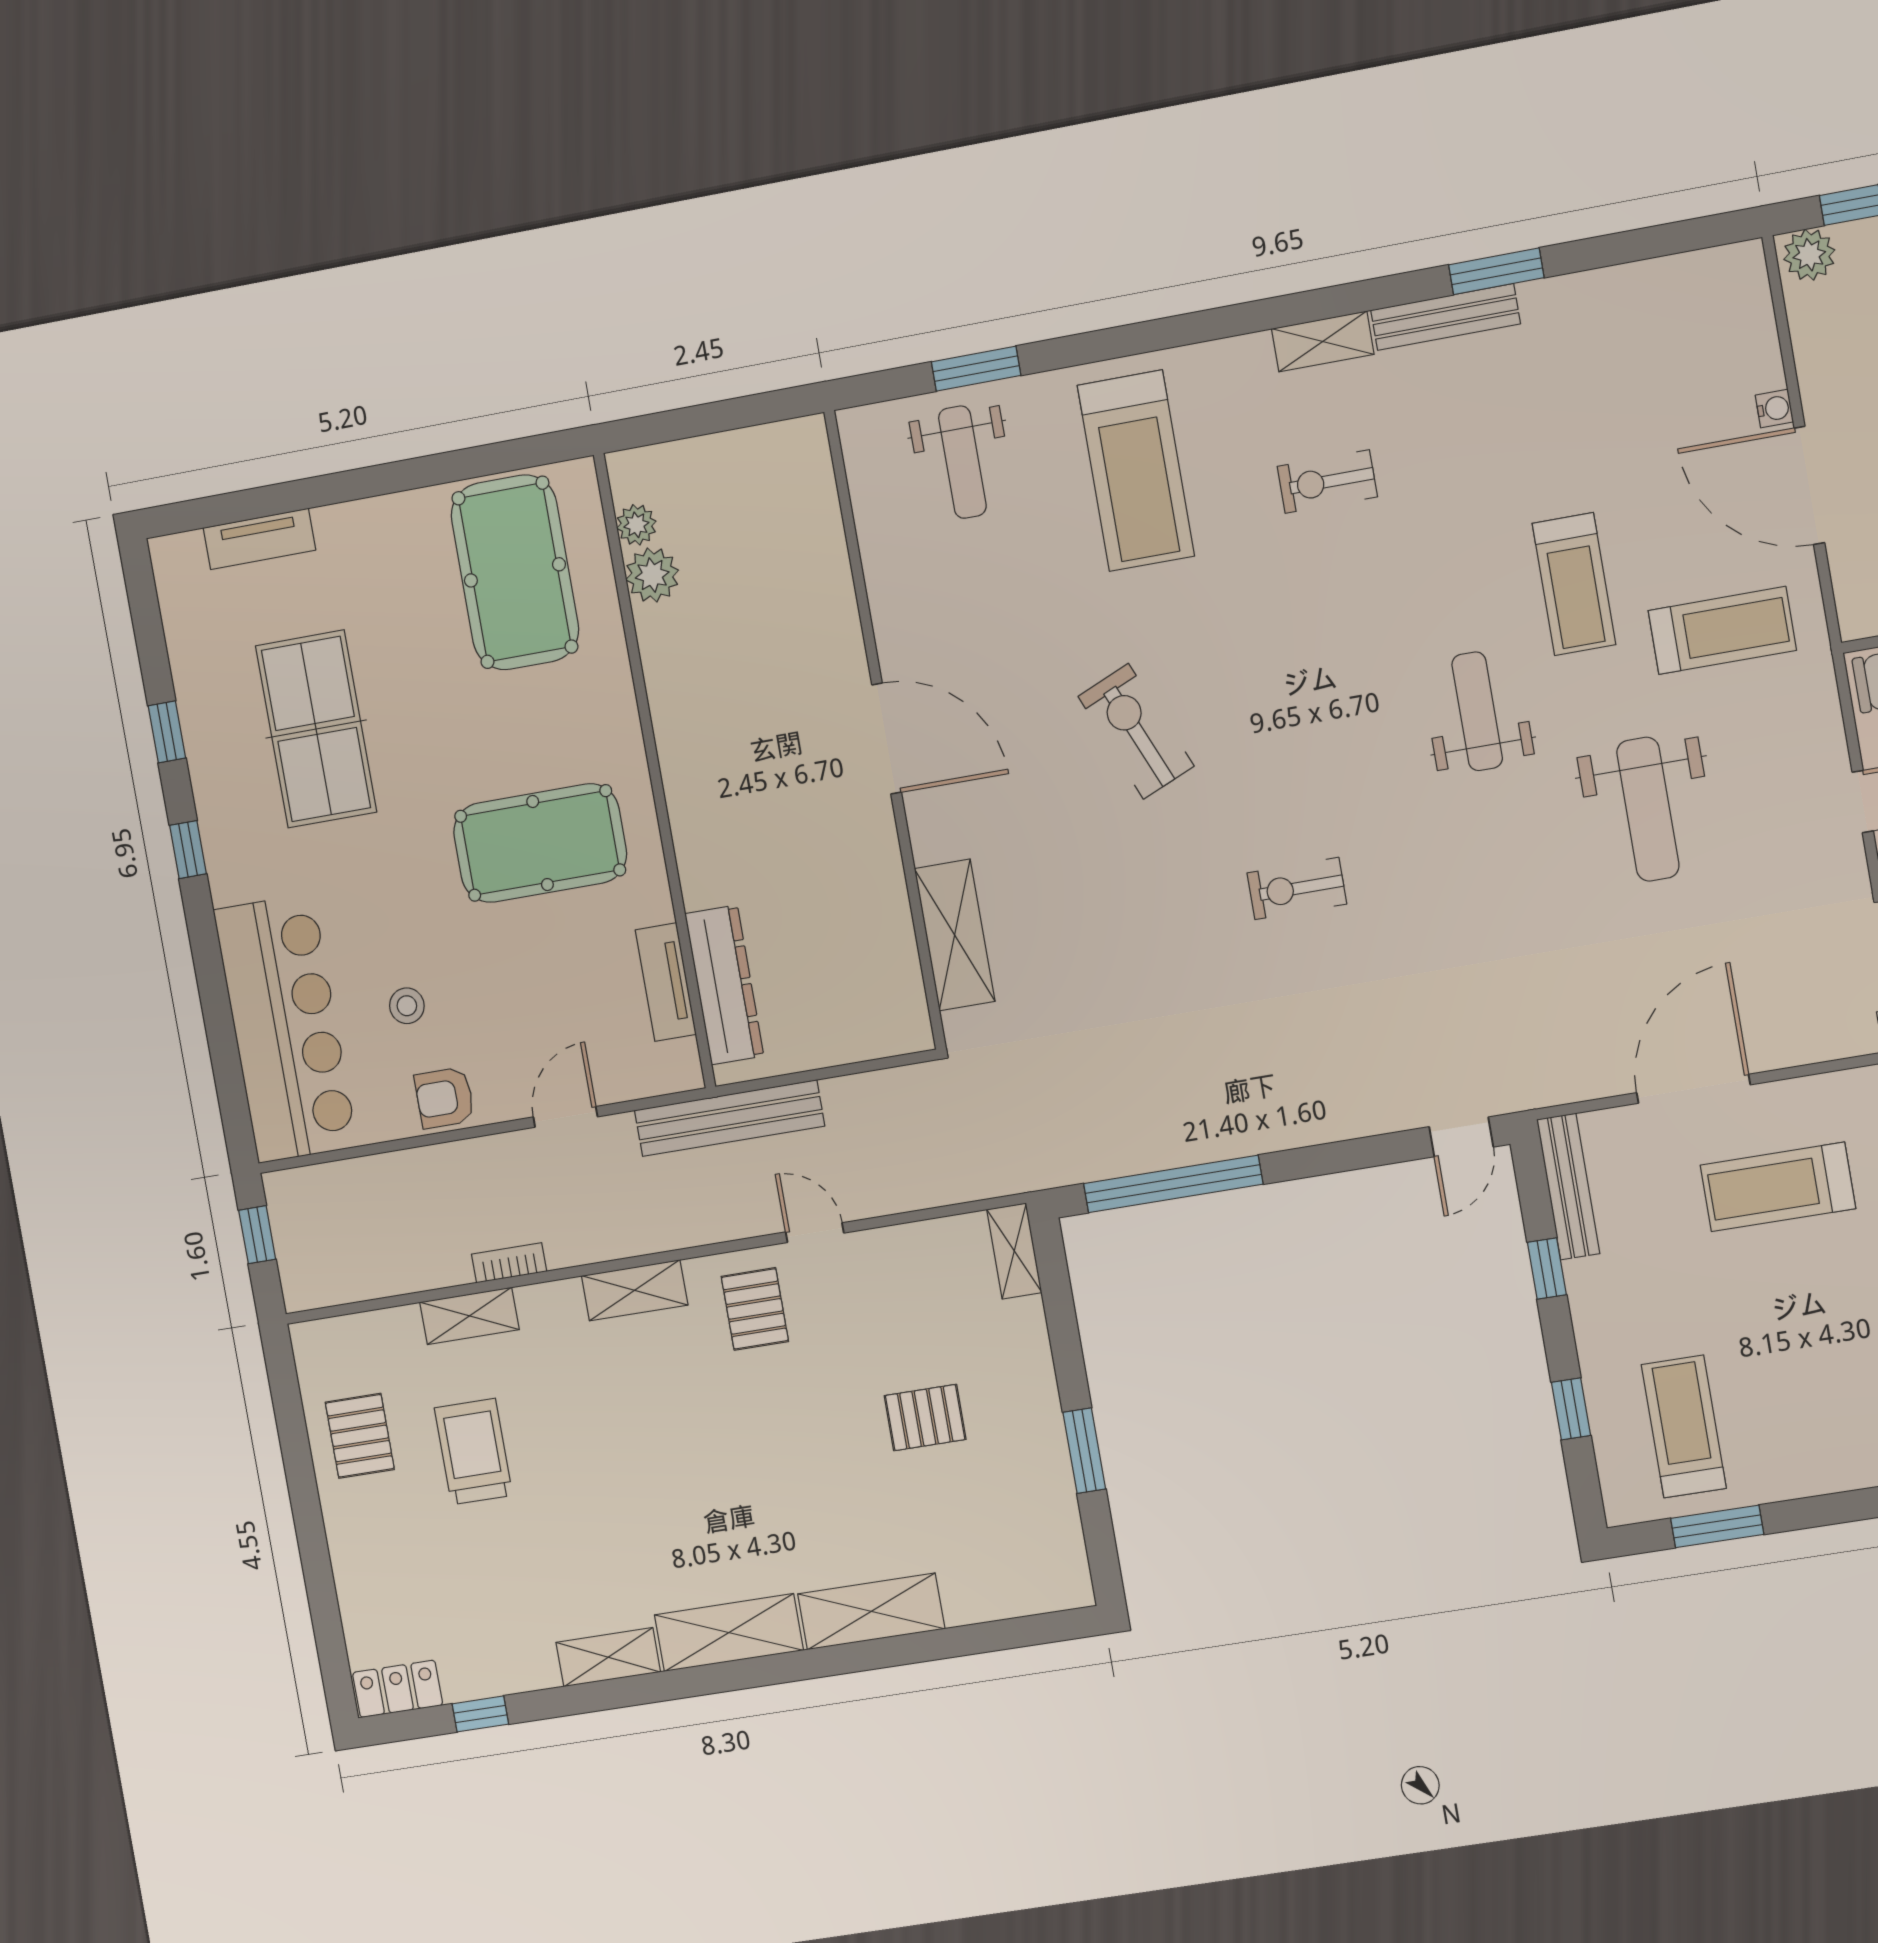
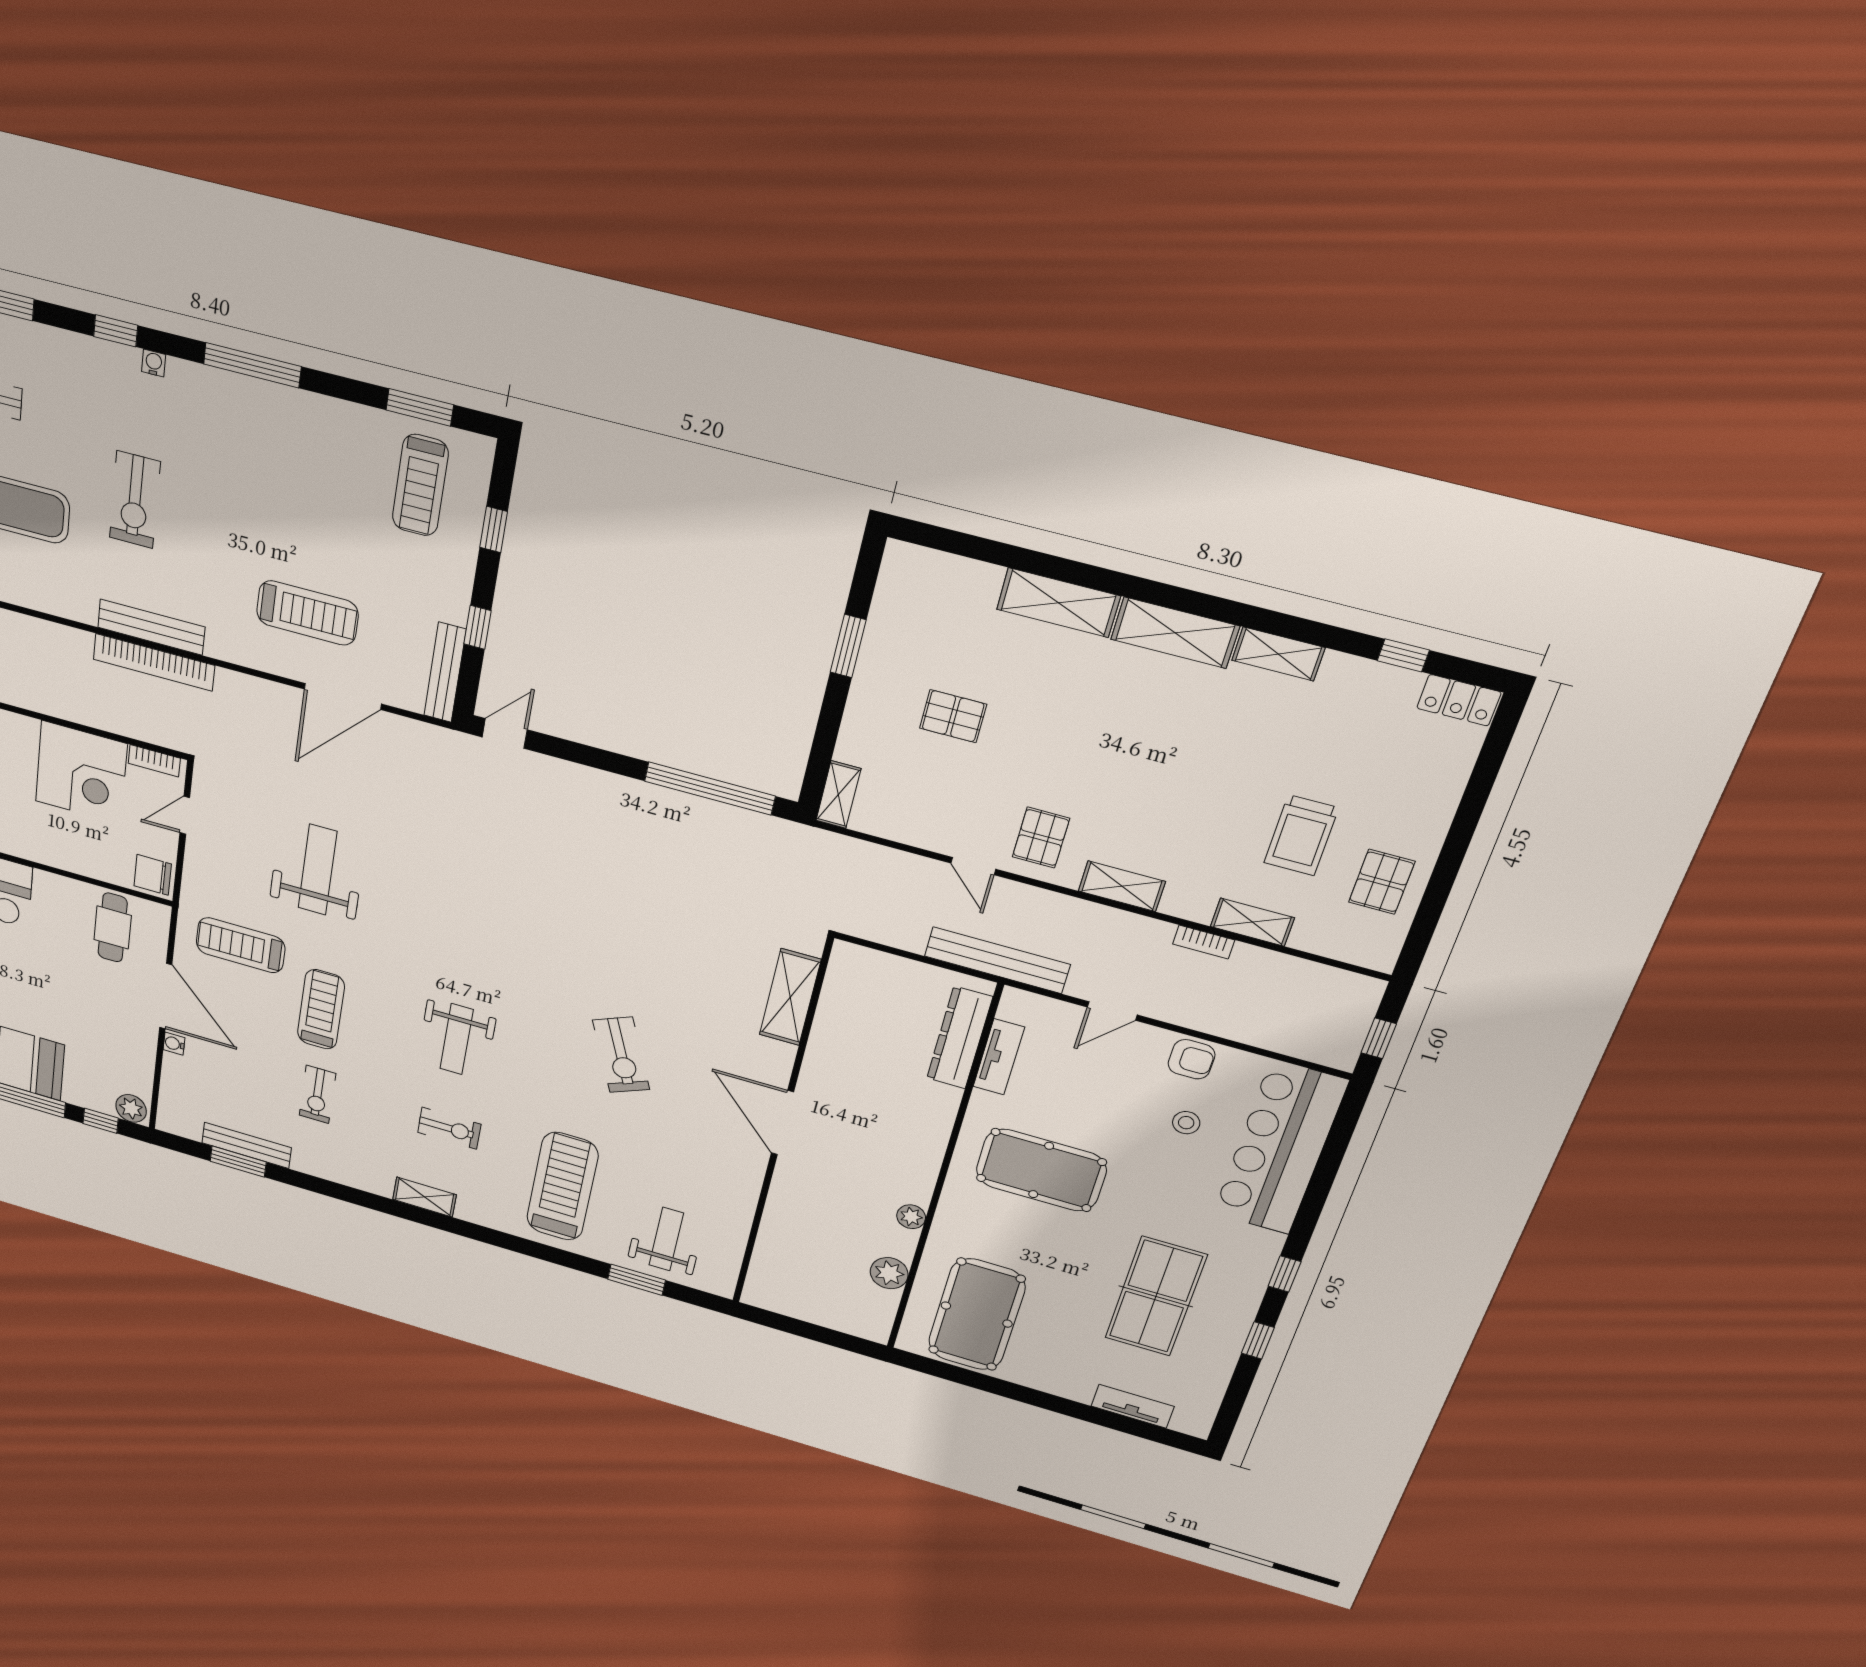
window: (1496, 271) -> (238, 1162), moved
bench: (1445, 317) -> (247, 1145), moved
plant: (636, 525) -> (911, 1217), moved
weight bench: (1477, 711) -> (457, 1039), moved
exercise bike: (1297, 888) -> (317, 1094), moved, turned 90

